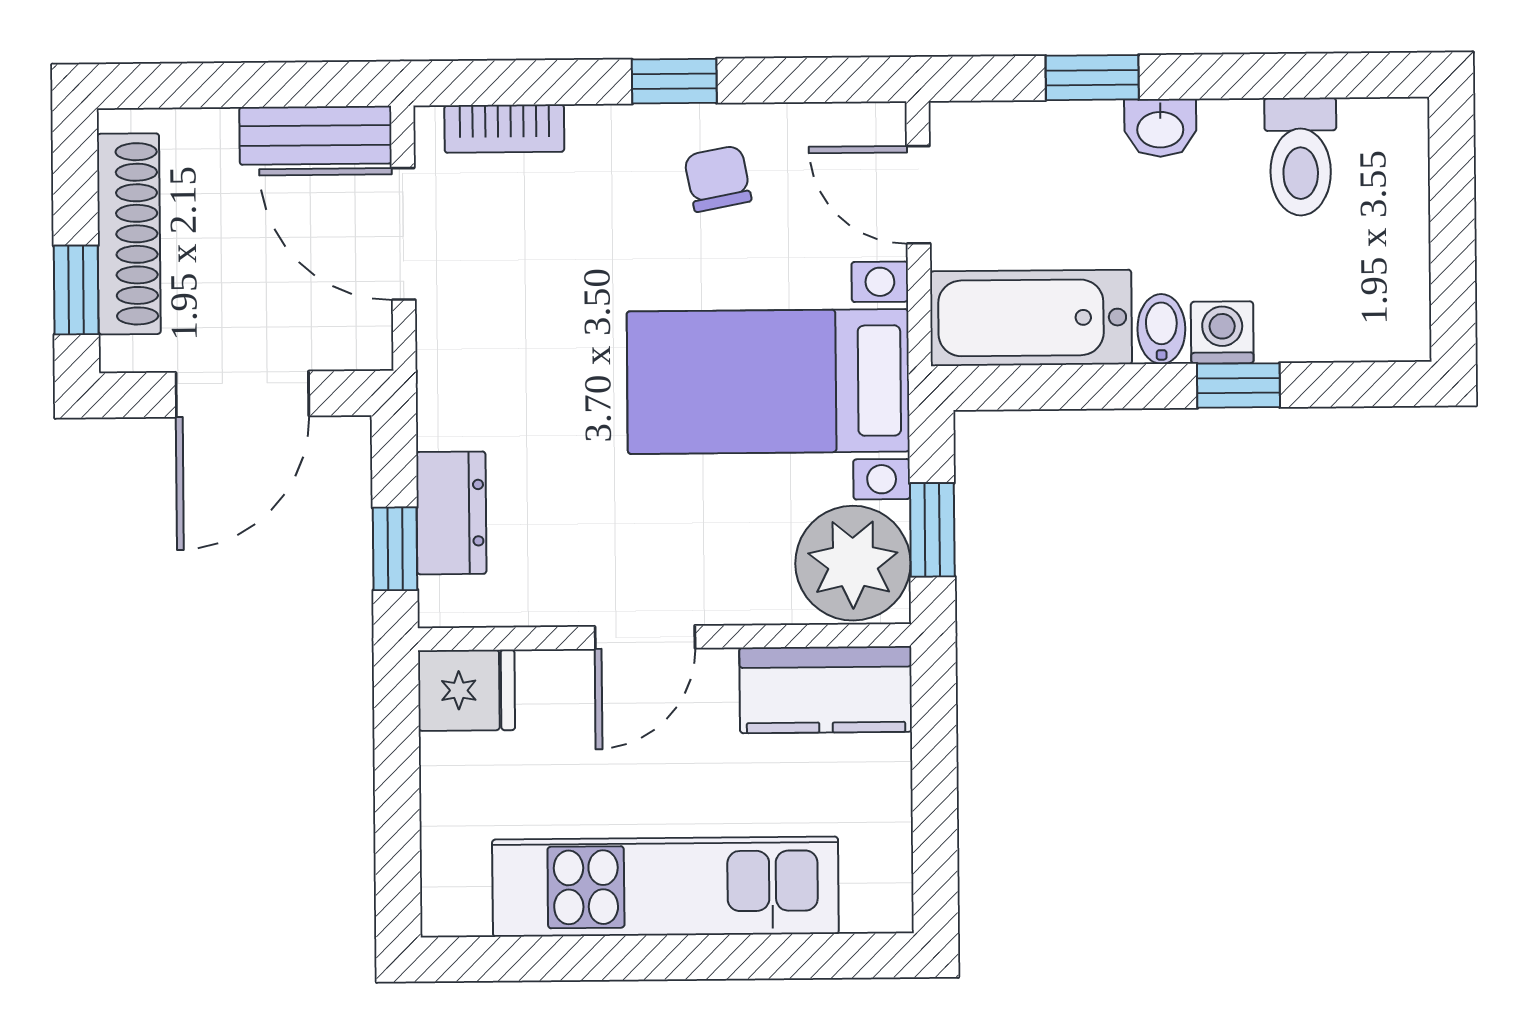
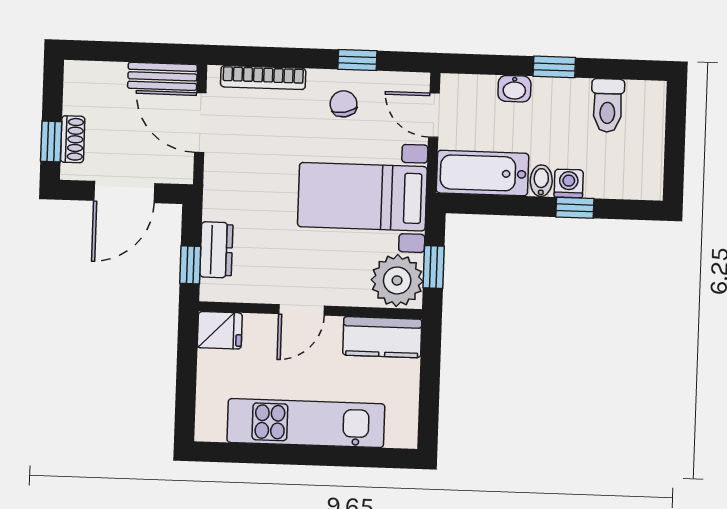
window: (1092, 78) -> (554, 67), moved
window: (674, 81) -> (357, 60), moved
washbasin: (1160, 128) -> (514, 89), moved
bookcase: (504, 129) -> (263, 78), width x1.56
shoe rack: (129, 234) -> (73, 139), width x0.51, depth x0.81

